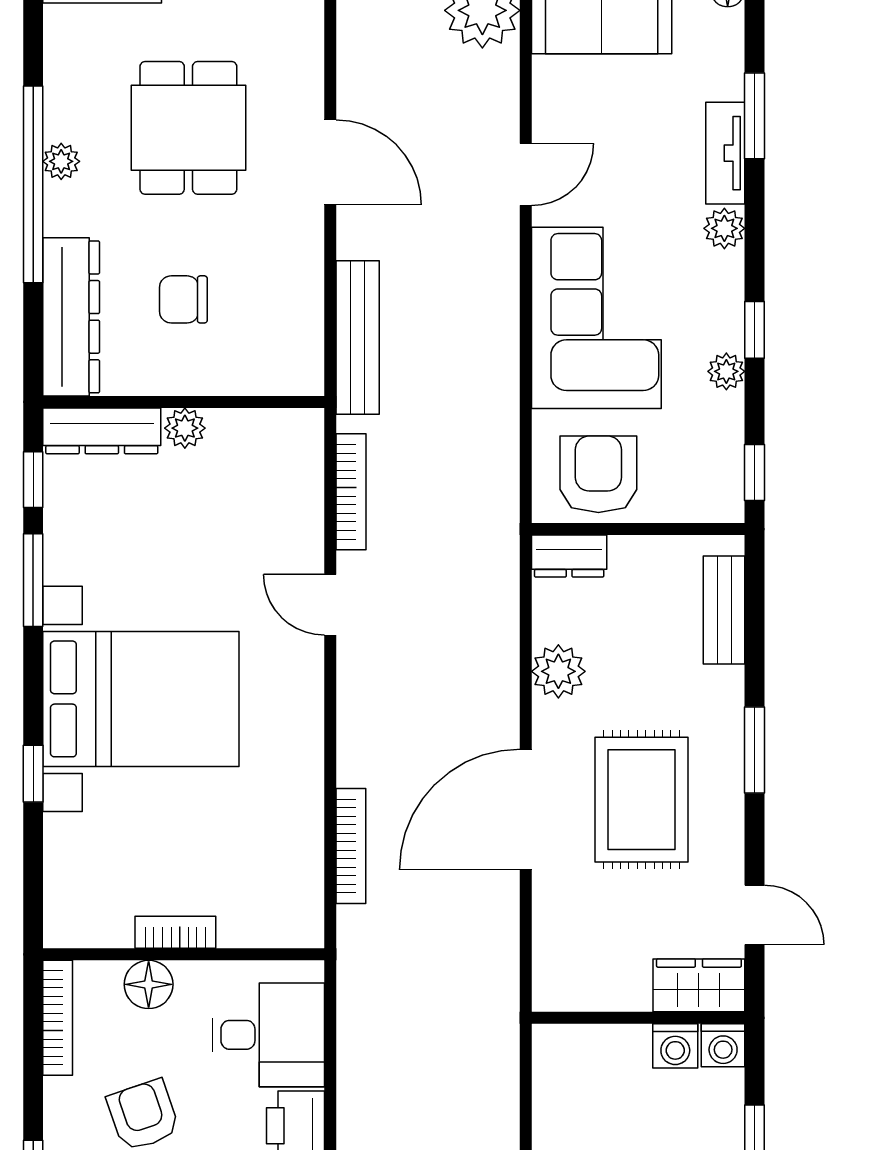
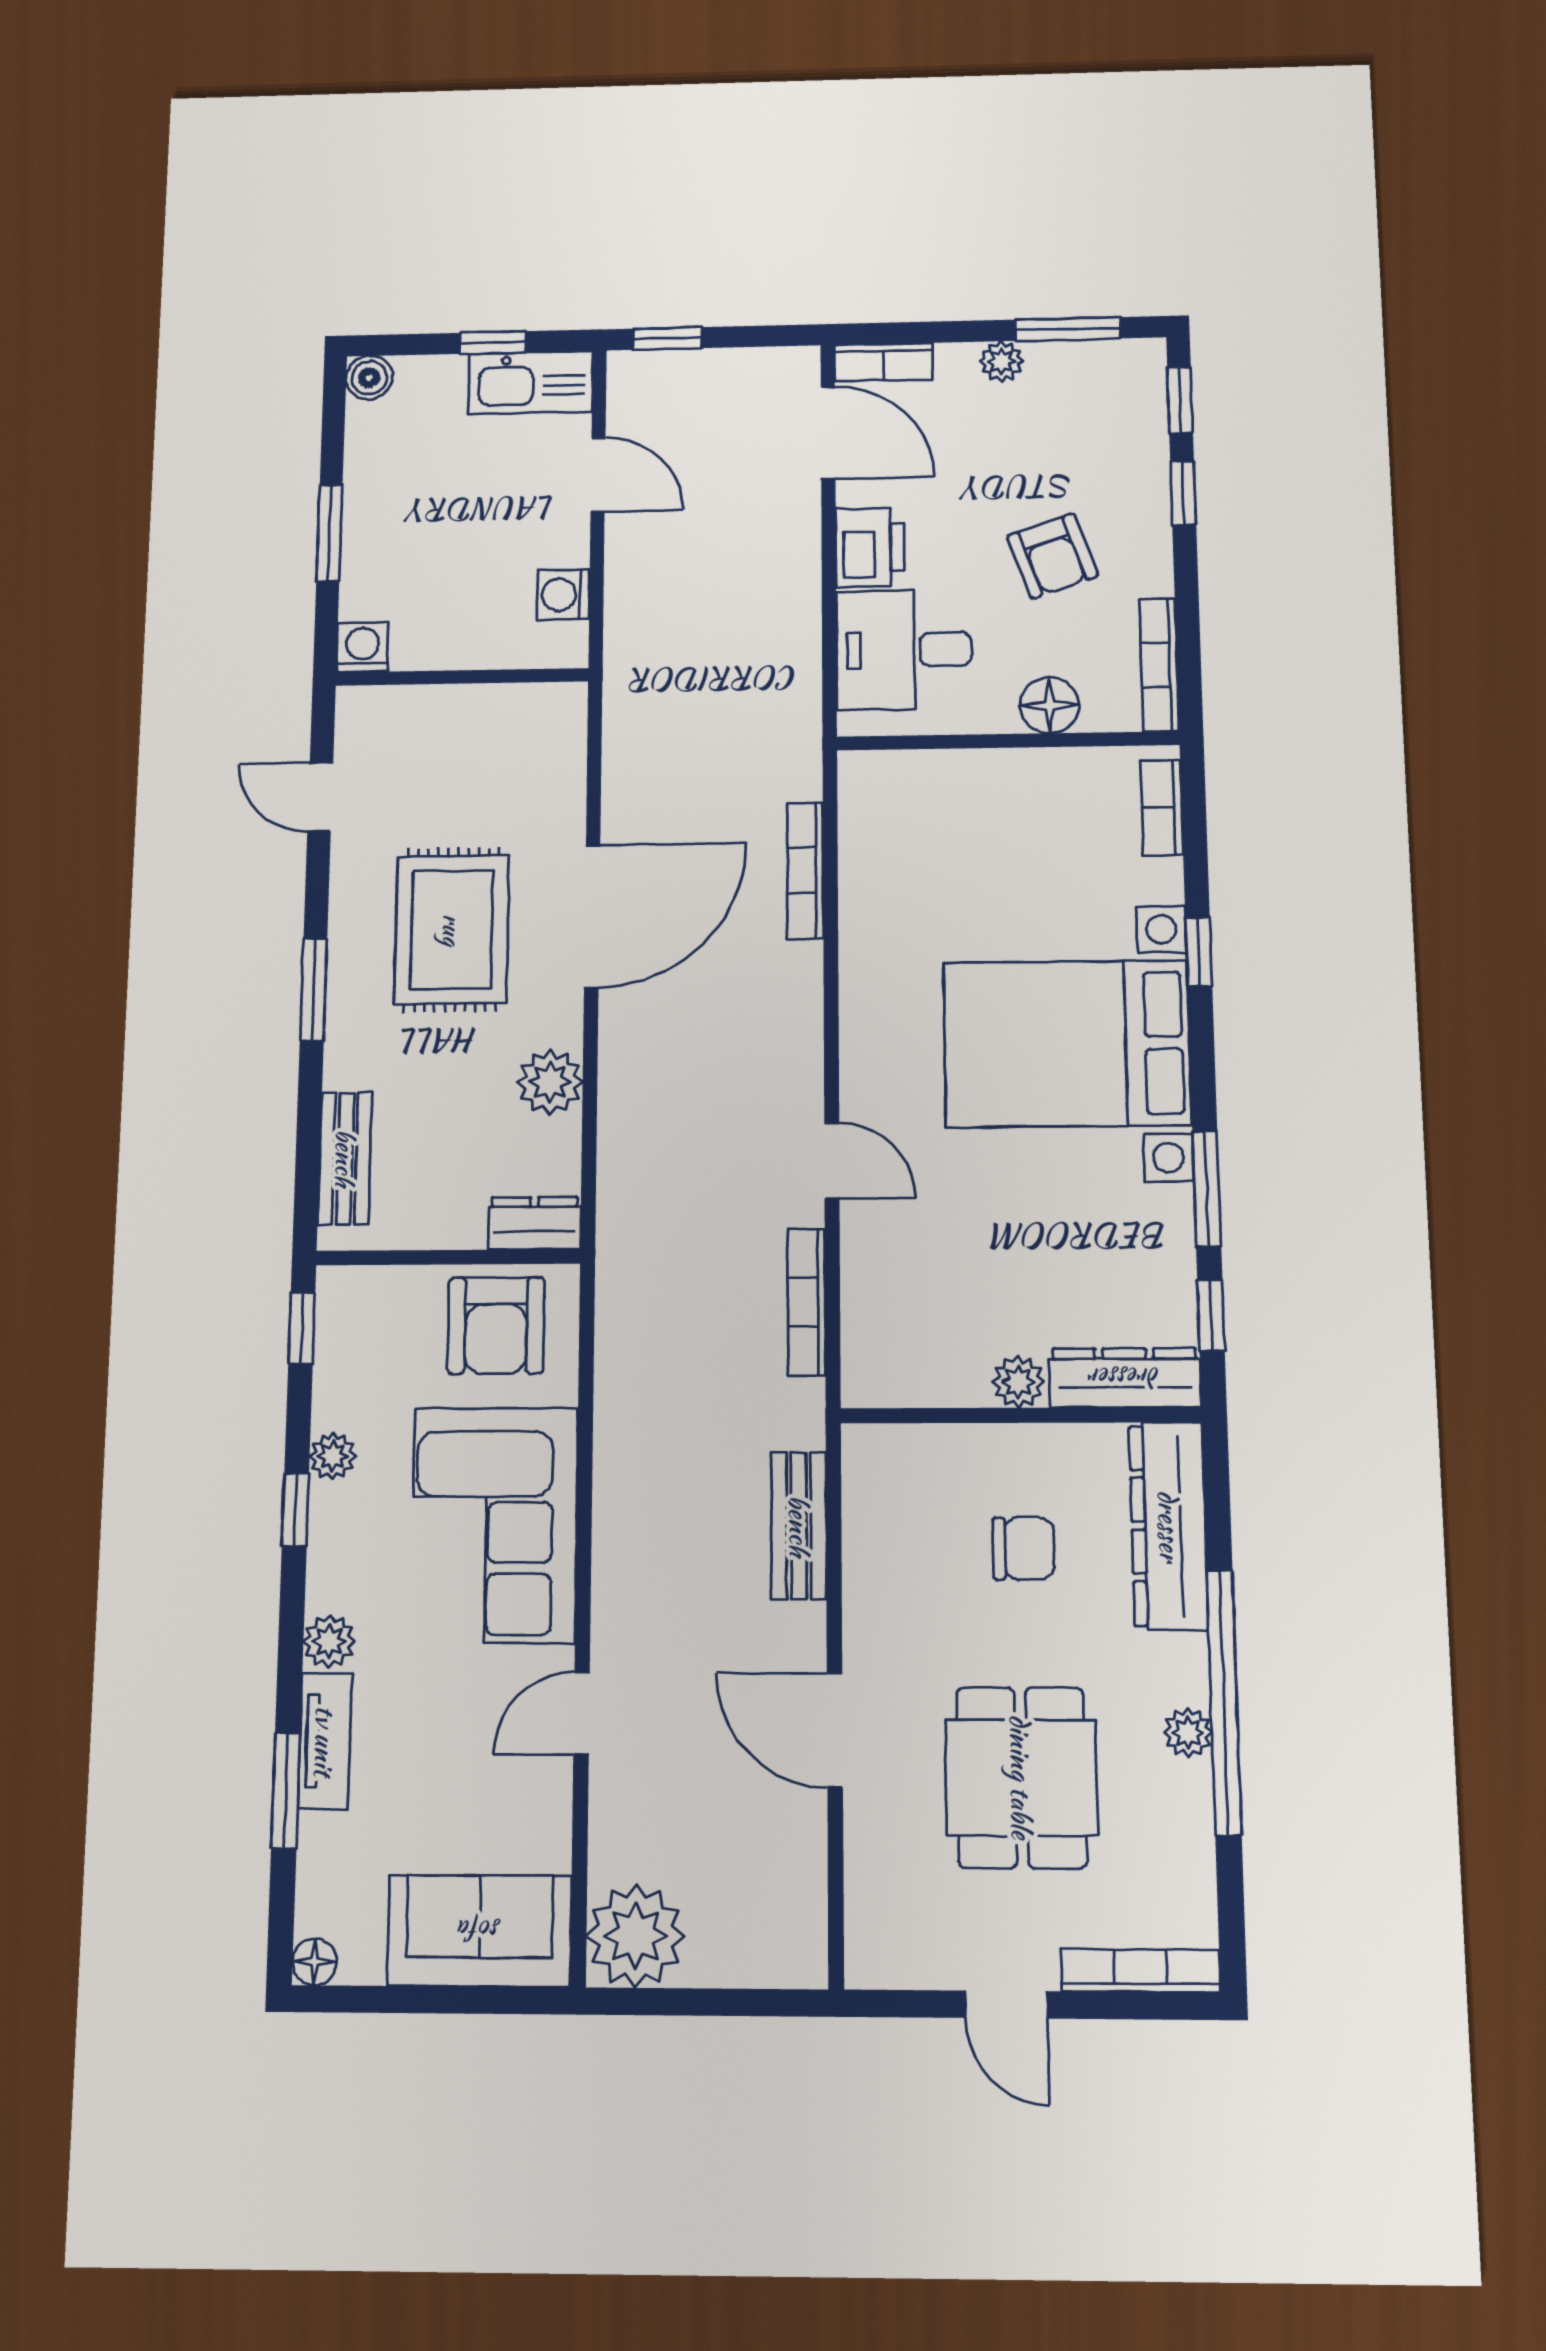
bench: (358, 338) -> (799, 1526), width x0.73
bookcase: (175, 932) -> (1162, 808), moved, turned 90
wardrobe: (699, 985) -> (389, 715), removed
washing machine: (675, 1046) -> (563, 595), moved, turned -90

